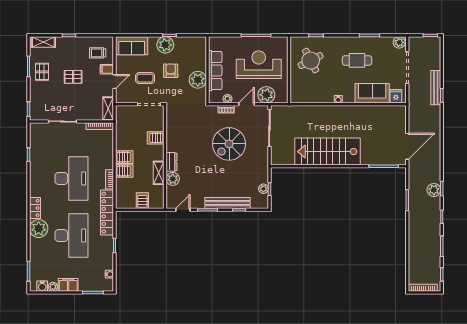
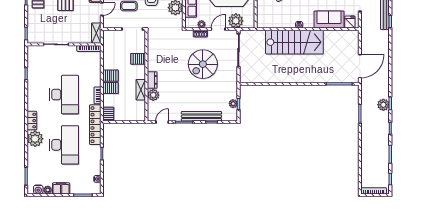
stairs: (327, 152) -> (294, 42), moved, turned 180
server rack: (142, 201) -> (108, 114), moved

